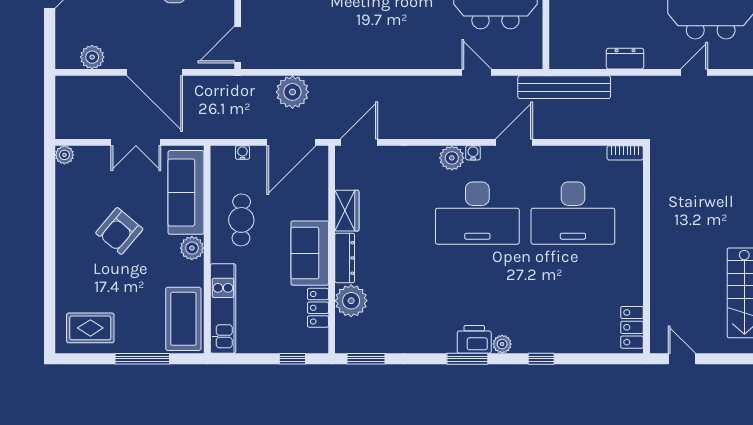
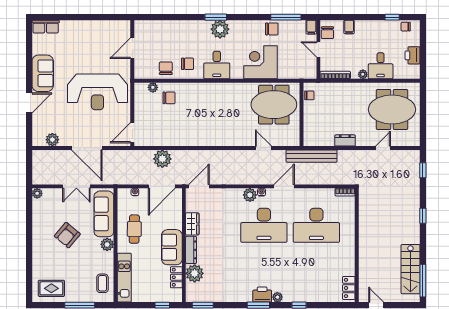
coffee table: (183, 319) -> (102, 283), width x0.54, depth x0.58

